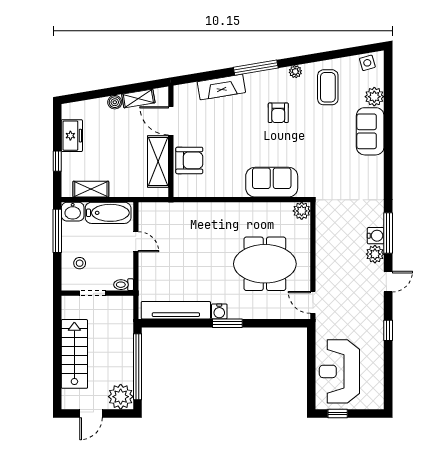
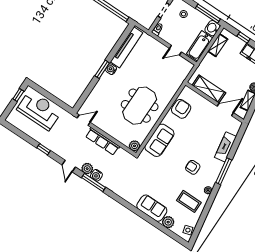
armchair: (189, 160) -> (181, 109), moved, turned 180
row of seats: (324, 258) -> (102, 141), added
meeting table: (265, 264) -> (140, 106), moved

